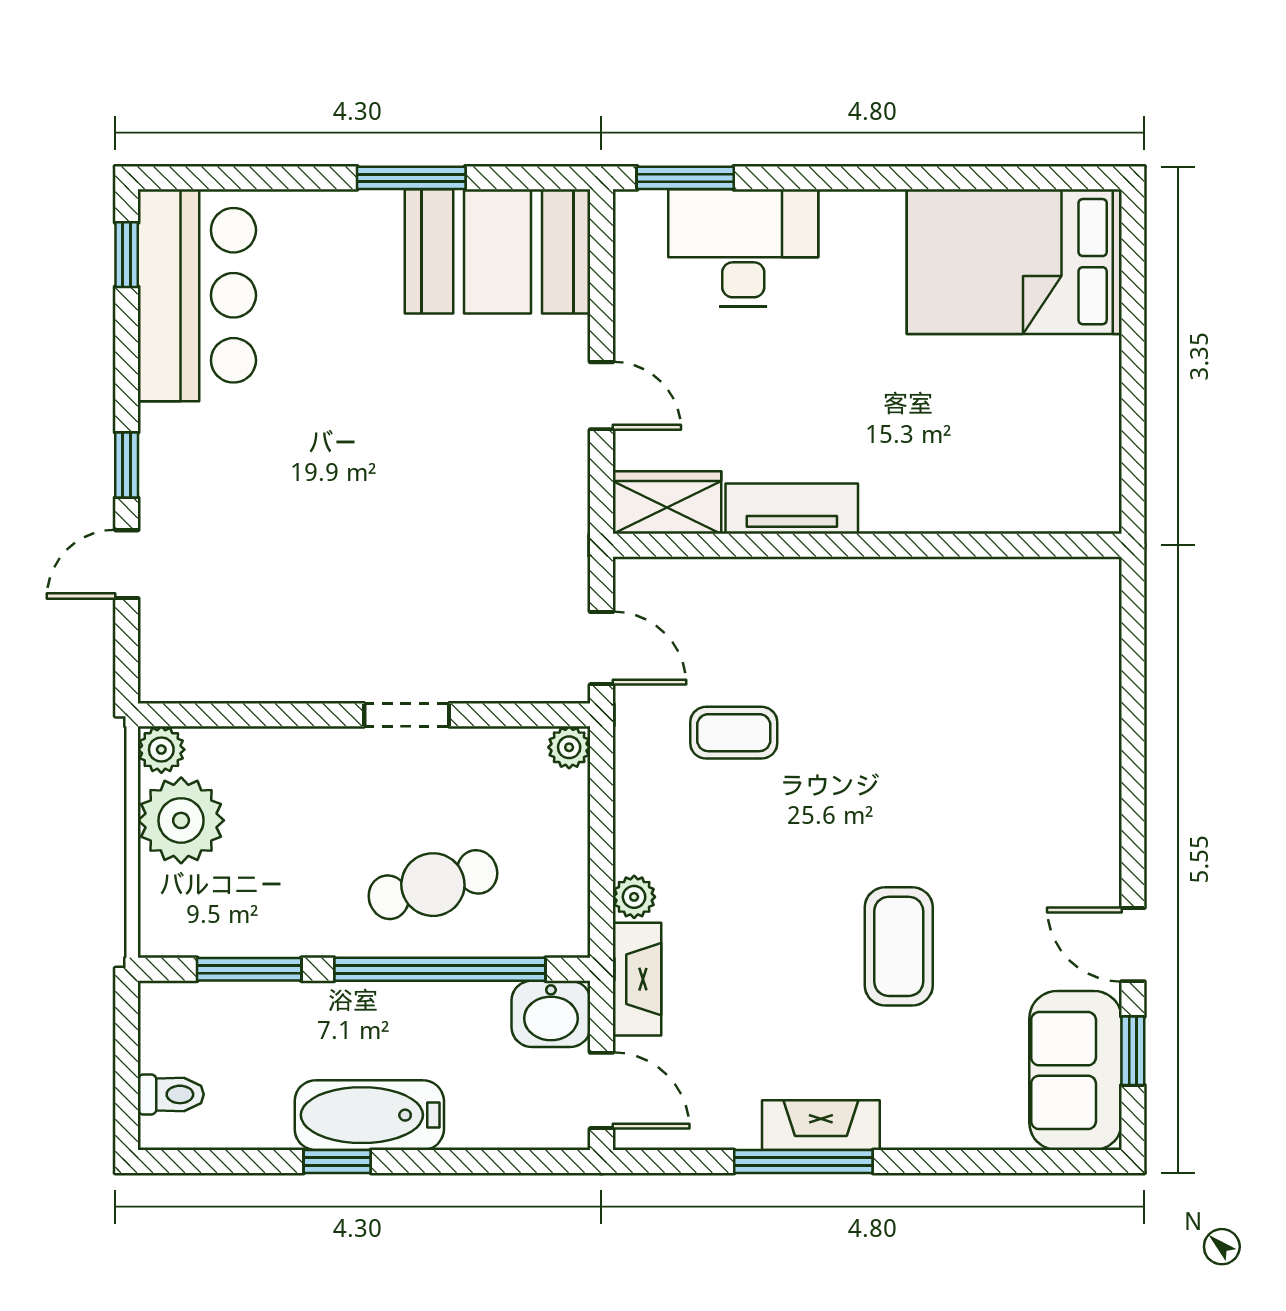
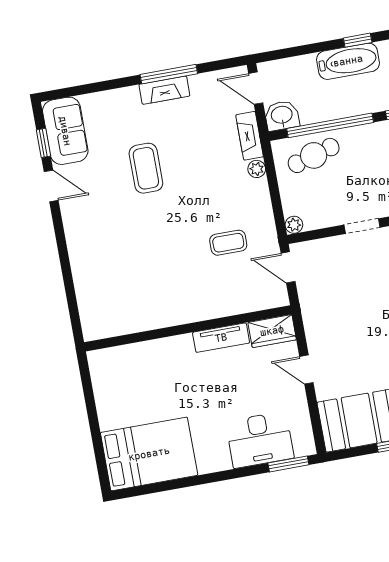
cafe table: (433, 885) -> (314, 155), moved

